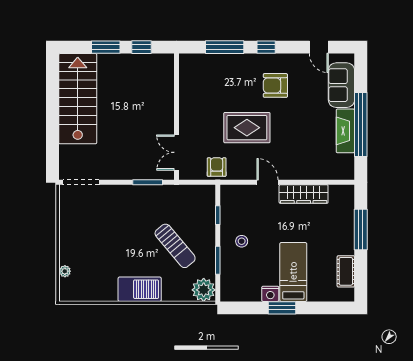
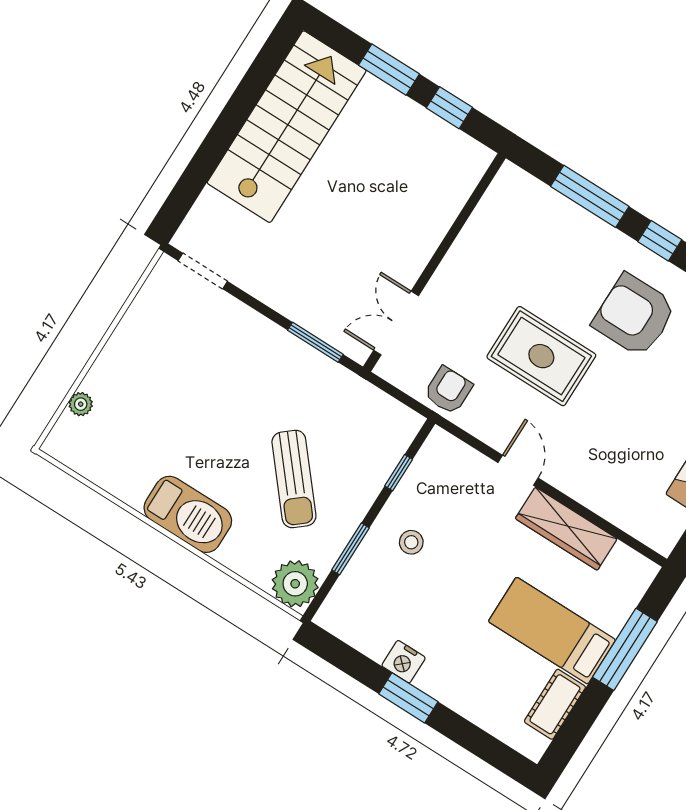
armchair: (275, 85) -> (634, 315), width x1.36, depth x1.36
doorway: (81, 182) -> (203, 271), width x0.73
bed: (293, 272) -> (552, 631), moved, turned -90

